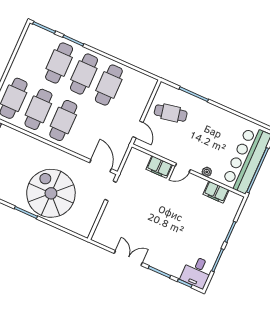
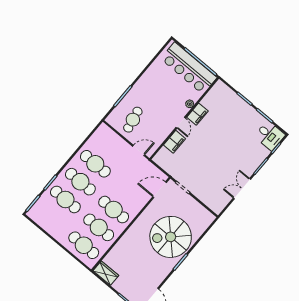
filing cabinet: (216, 192) -> (197, 114), moved

